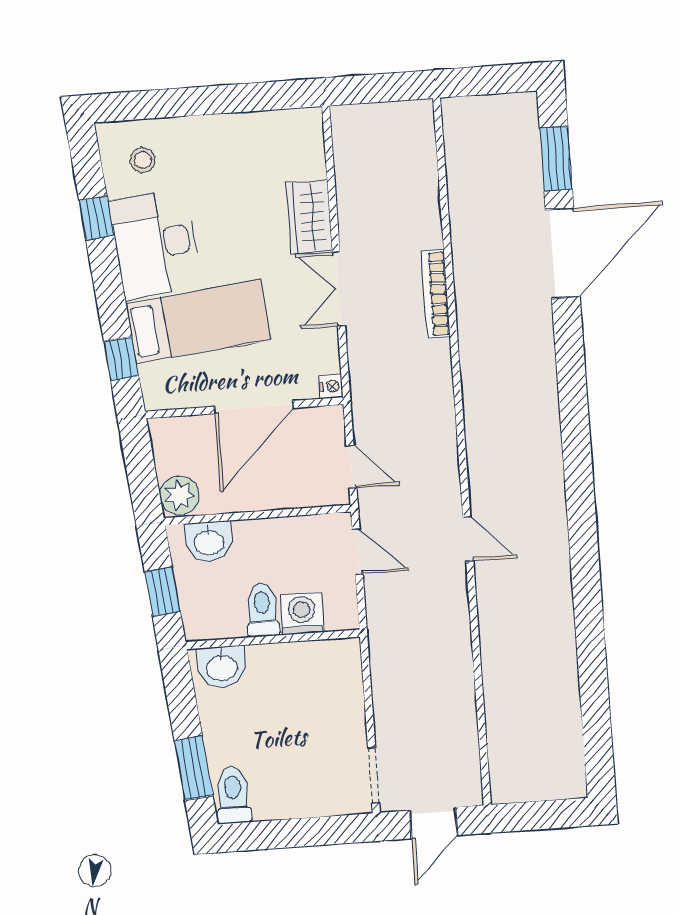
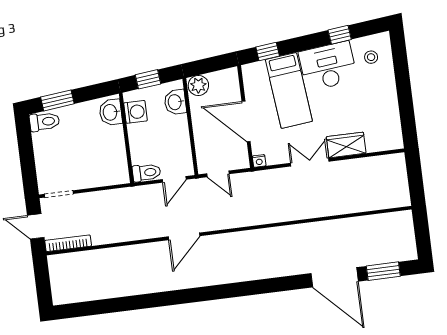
bookcase: (436, 294) -> (68, 243), moved
door: (351, 467) -> (218, 174), hinge flipped
door: (468, 539) -> (184, 236), width x1.38
toilet: (262, 610) -> (146, 173), moved
washing machine: (302, 613) -> (135, 112), moved

